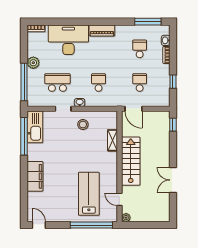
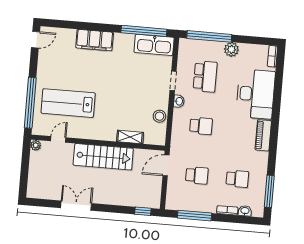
window: (173, 82) -> (195, 216), width x2.17
stool: (83, 124) -> (159, 116), moved
lab bench: (89, 194) -> (68, 103), turned 180

